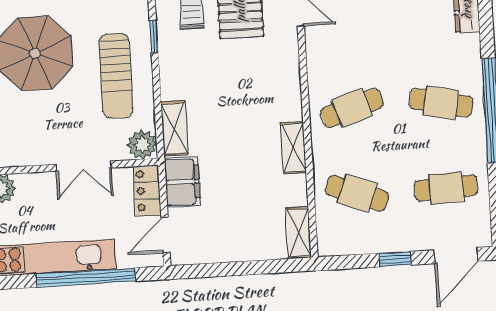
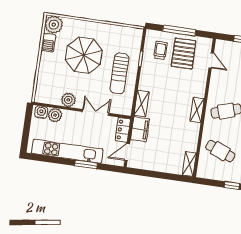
plant: (142, 145) -> (68, 100), moved
shelving: (293, 148) -> (197, 110), moved
double door: (84, 166) -> (96, 112), swing flipped
window: (86, 278) -> (86, 164), width x0.47

